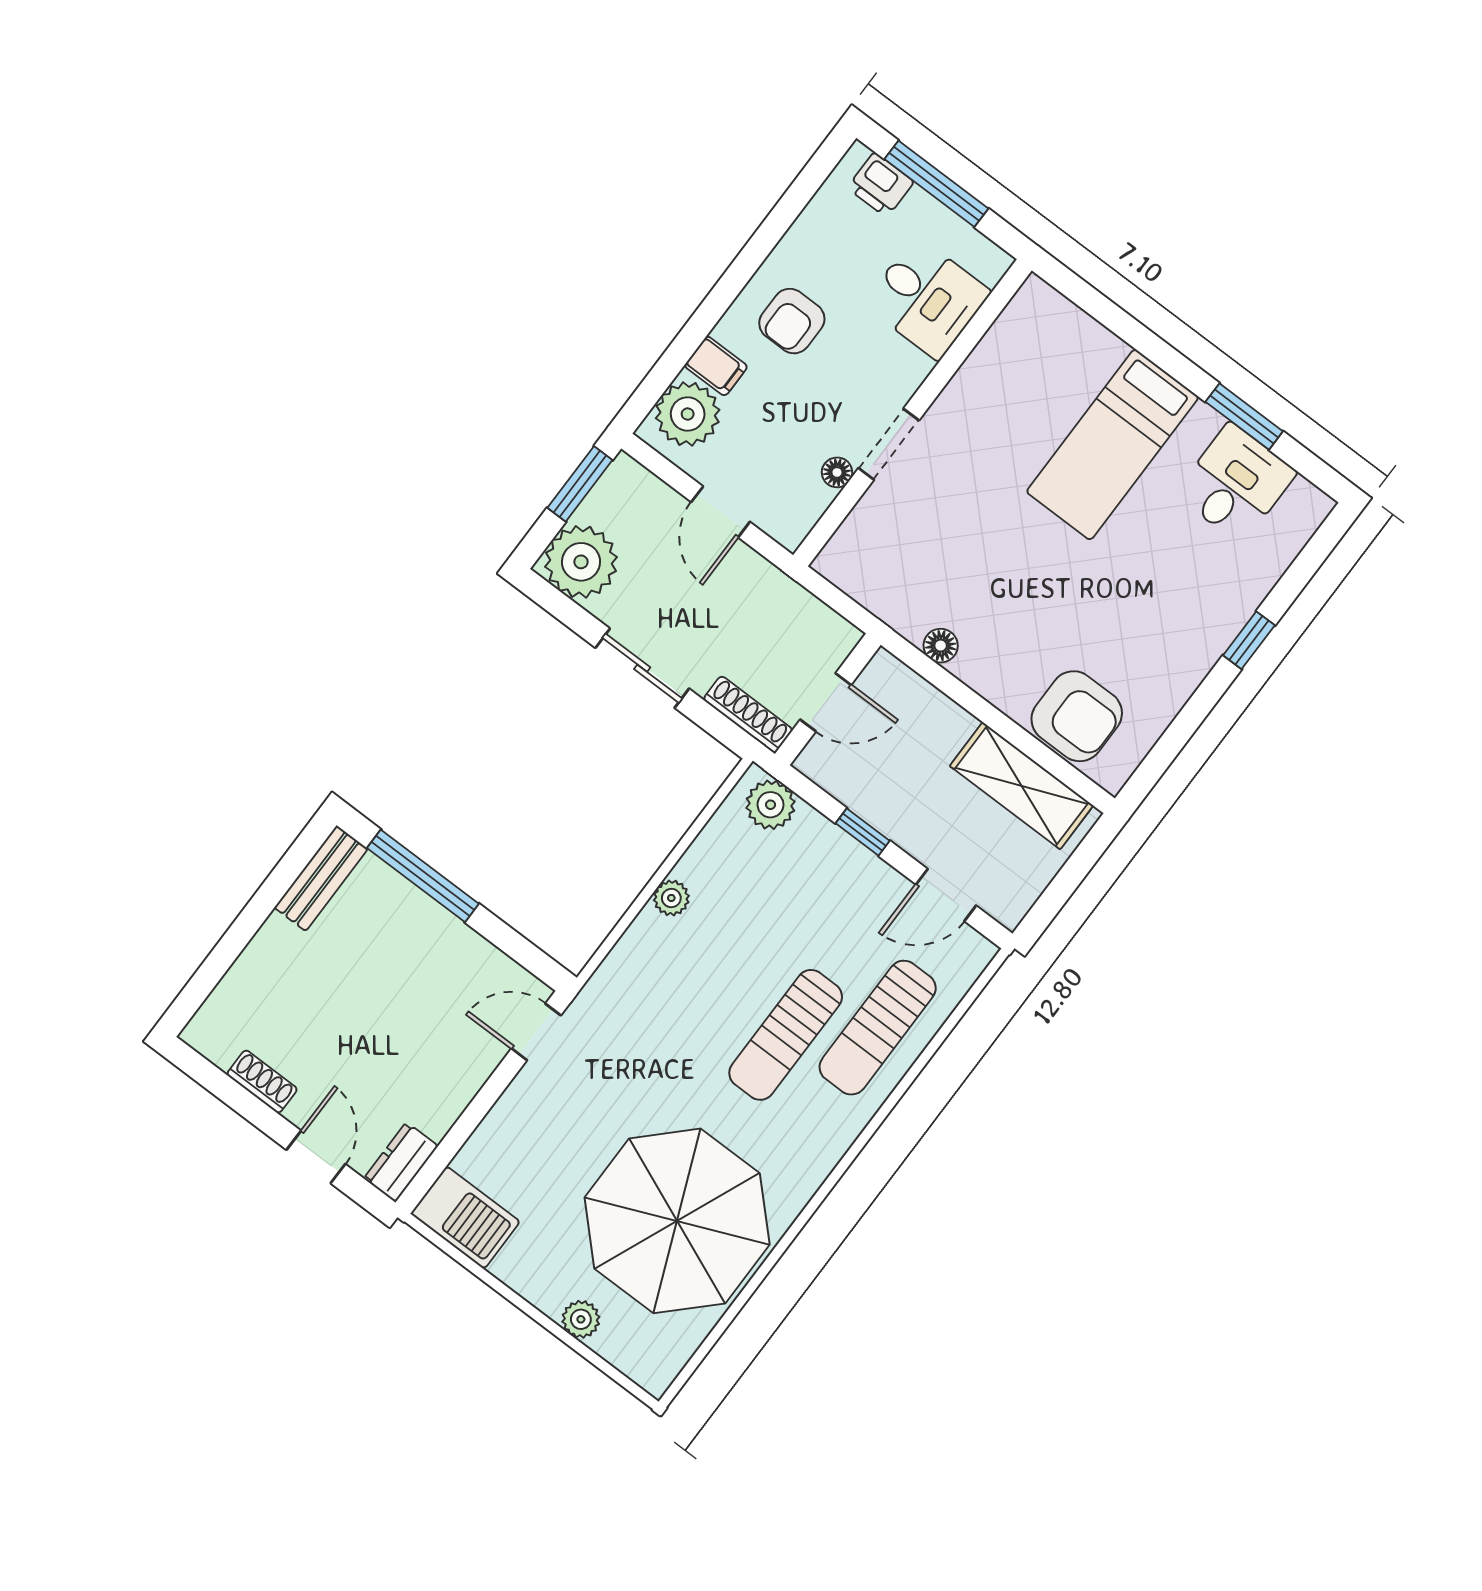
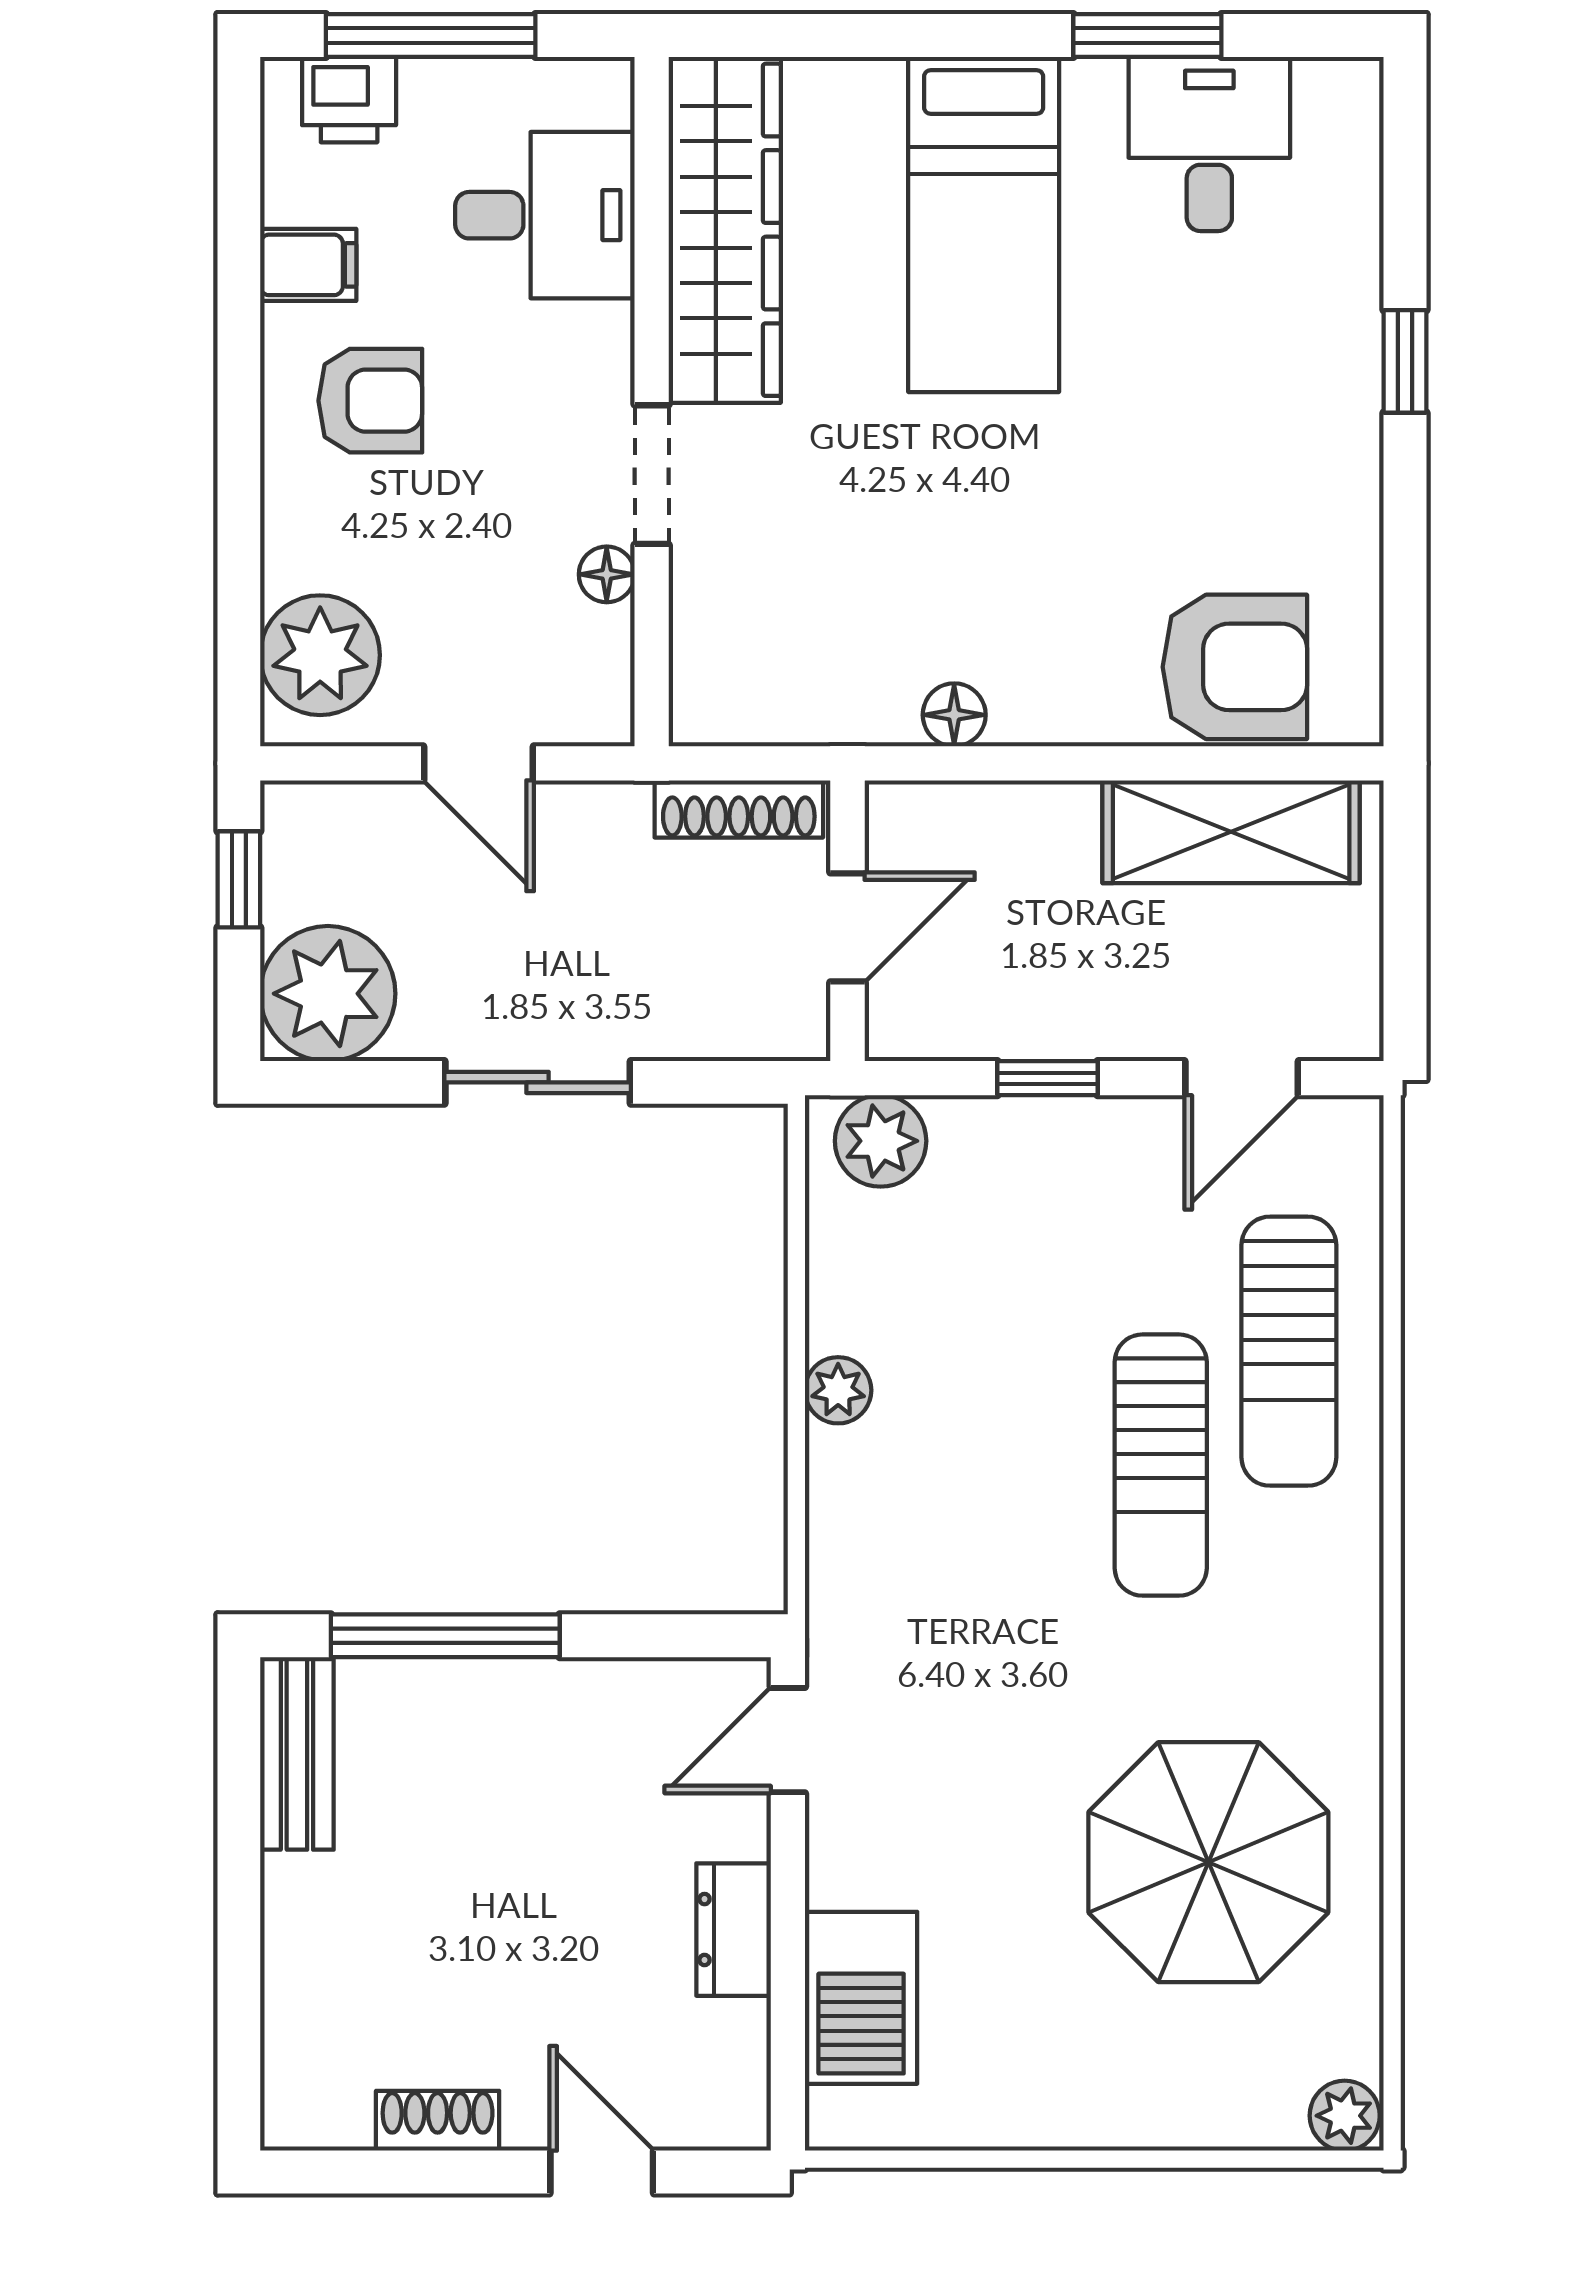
armchair: (792, 321) -> (370, 401), turned -90
wardrobe: (1000, 363) -> (725, 230), added
filing cabinet: (716, 366) -> (308, 265), moved
window: (580, 484) -> (239, 879), width x0.67
shoe rack: (748, 714) -> (739, 809), moved, turned 180
dresser: (401, 1162) -> (734, 1930), moved
barbecue: (465, 1218) -> (861, 1998), moved, turned 90
parasol: (677, 1221) -> (1208, 1862), width x0.73, depth x0.73
plant: (581, 1319) -> (1345, 2116), moved

